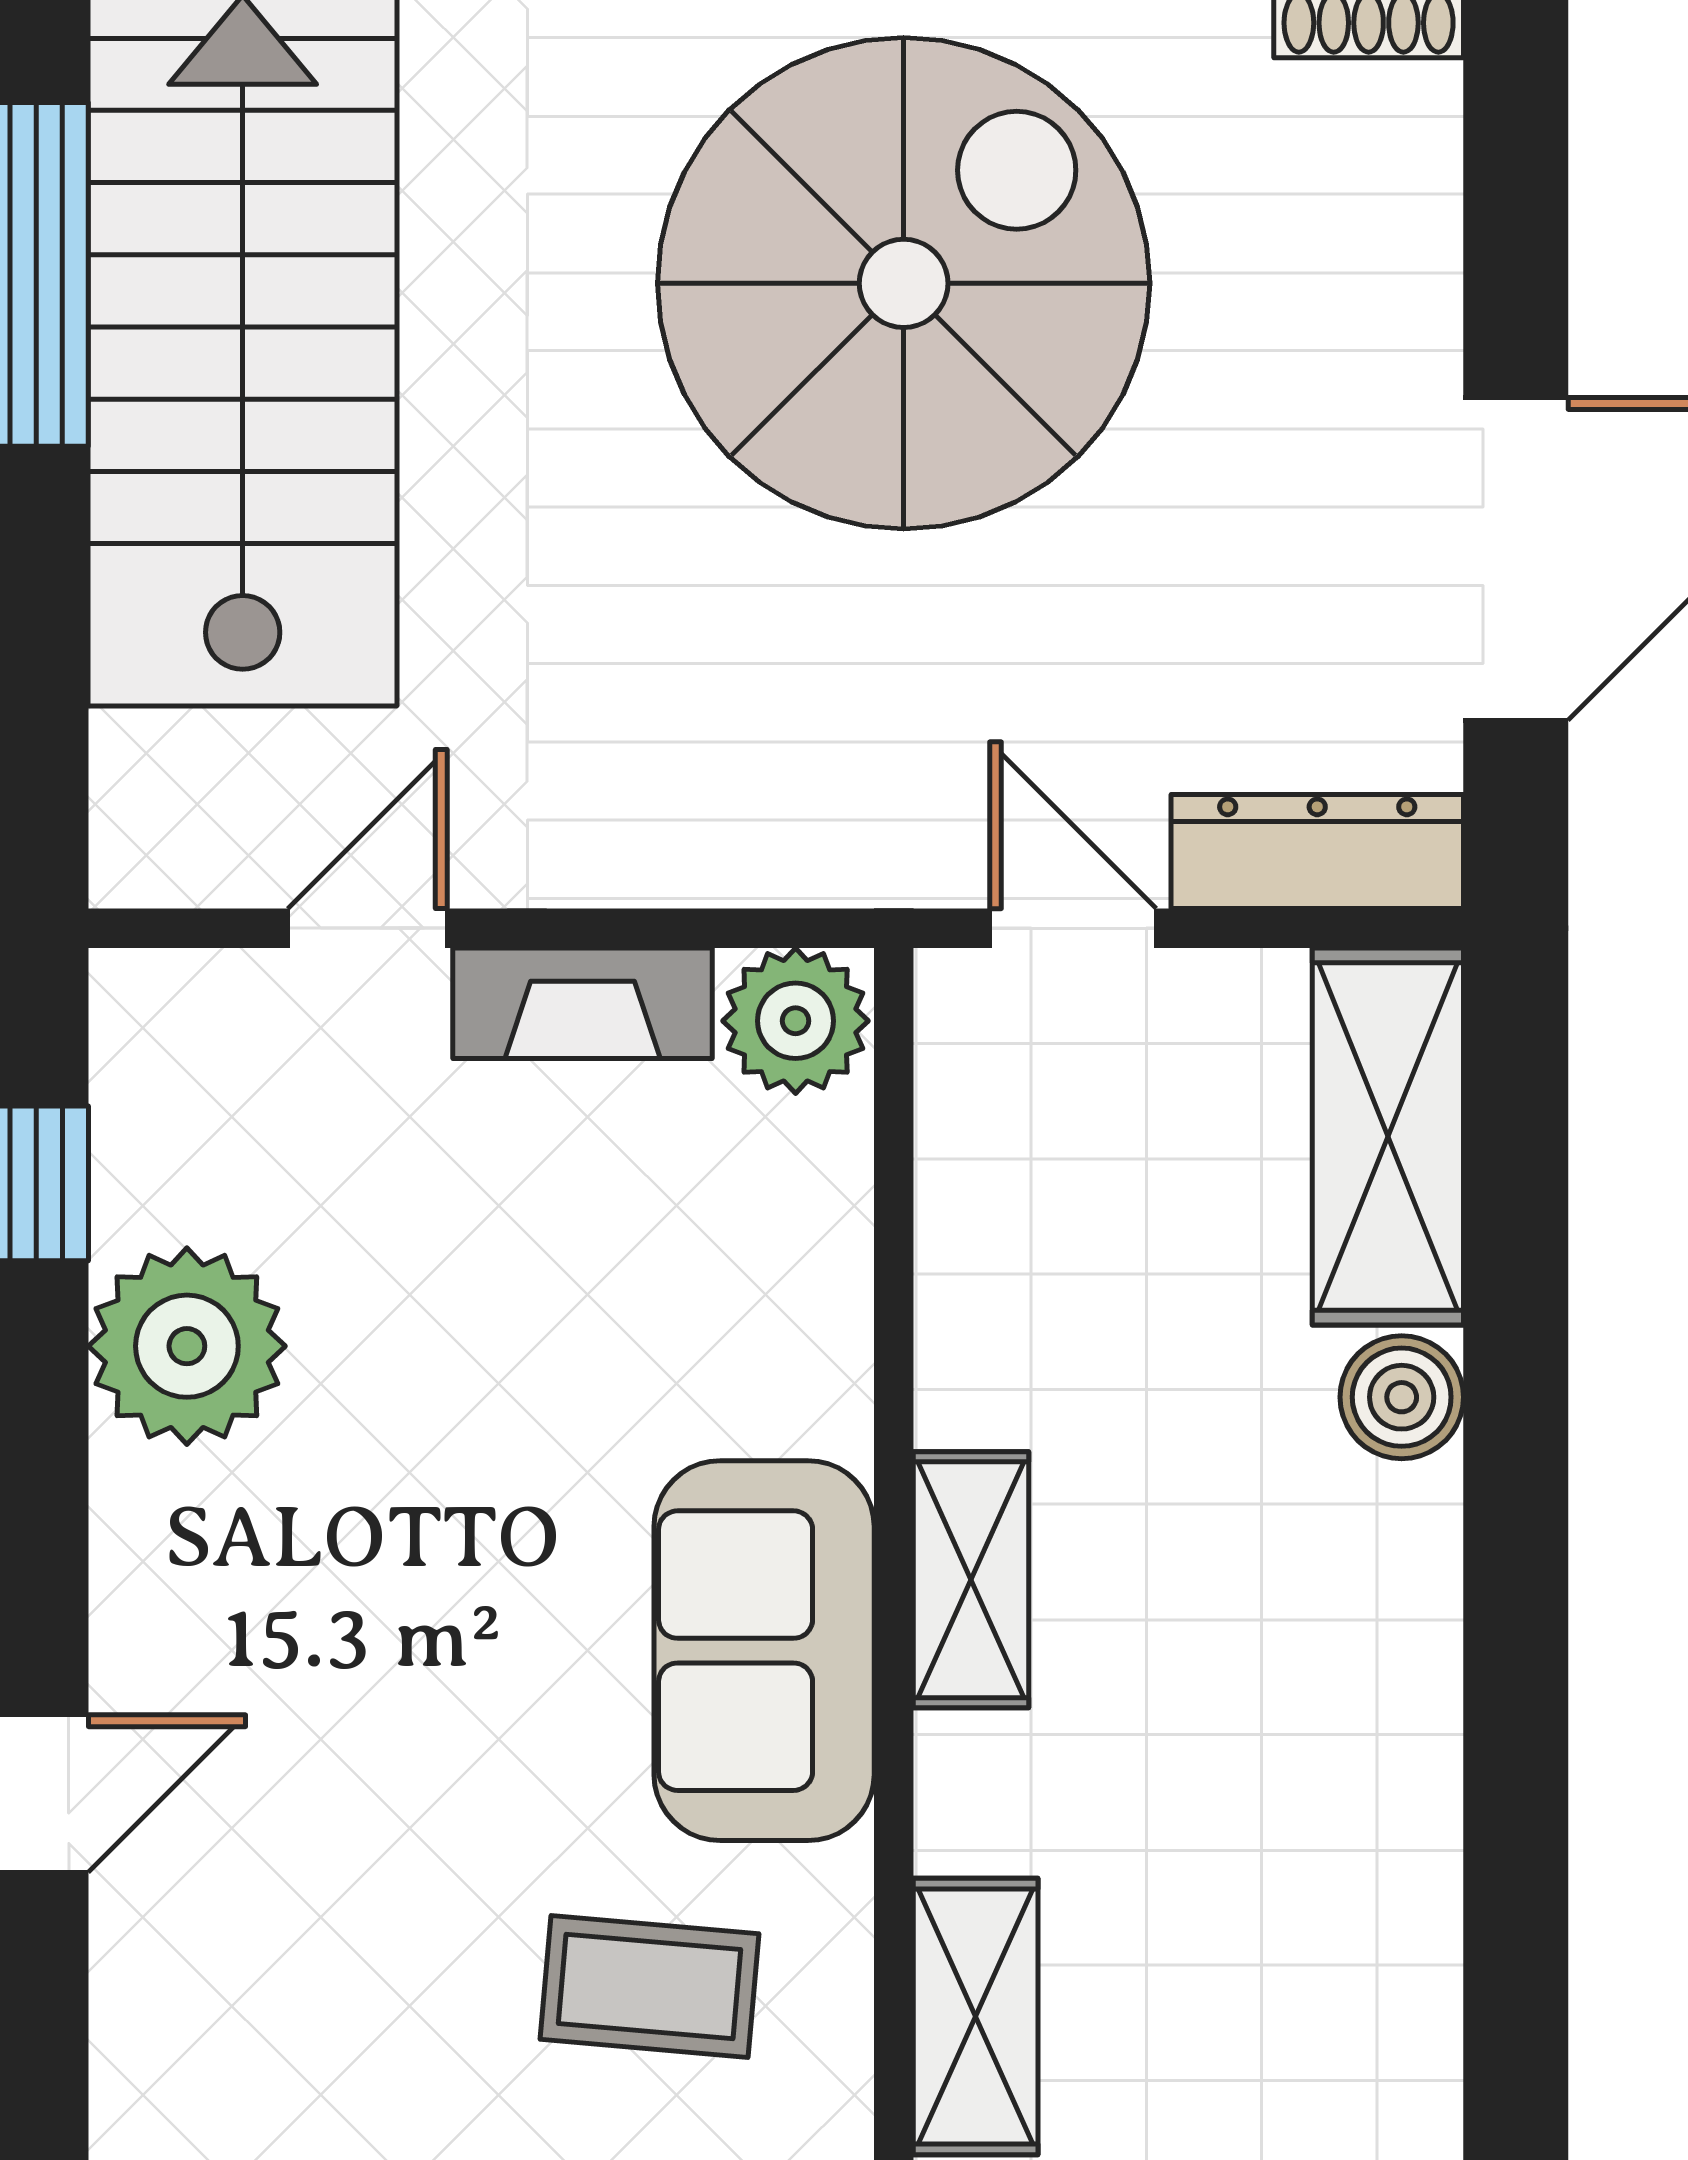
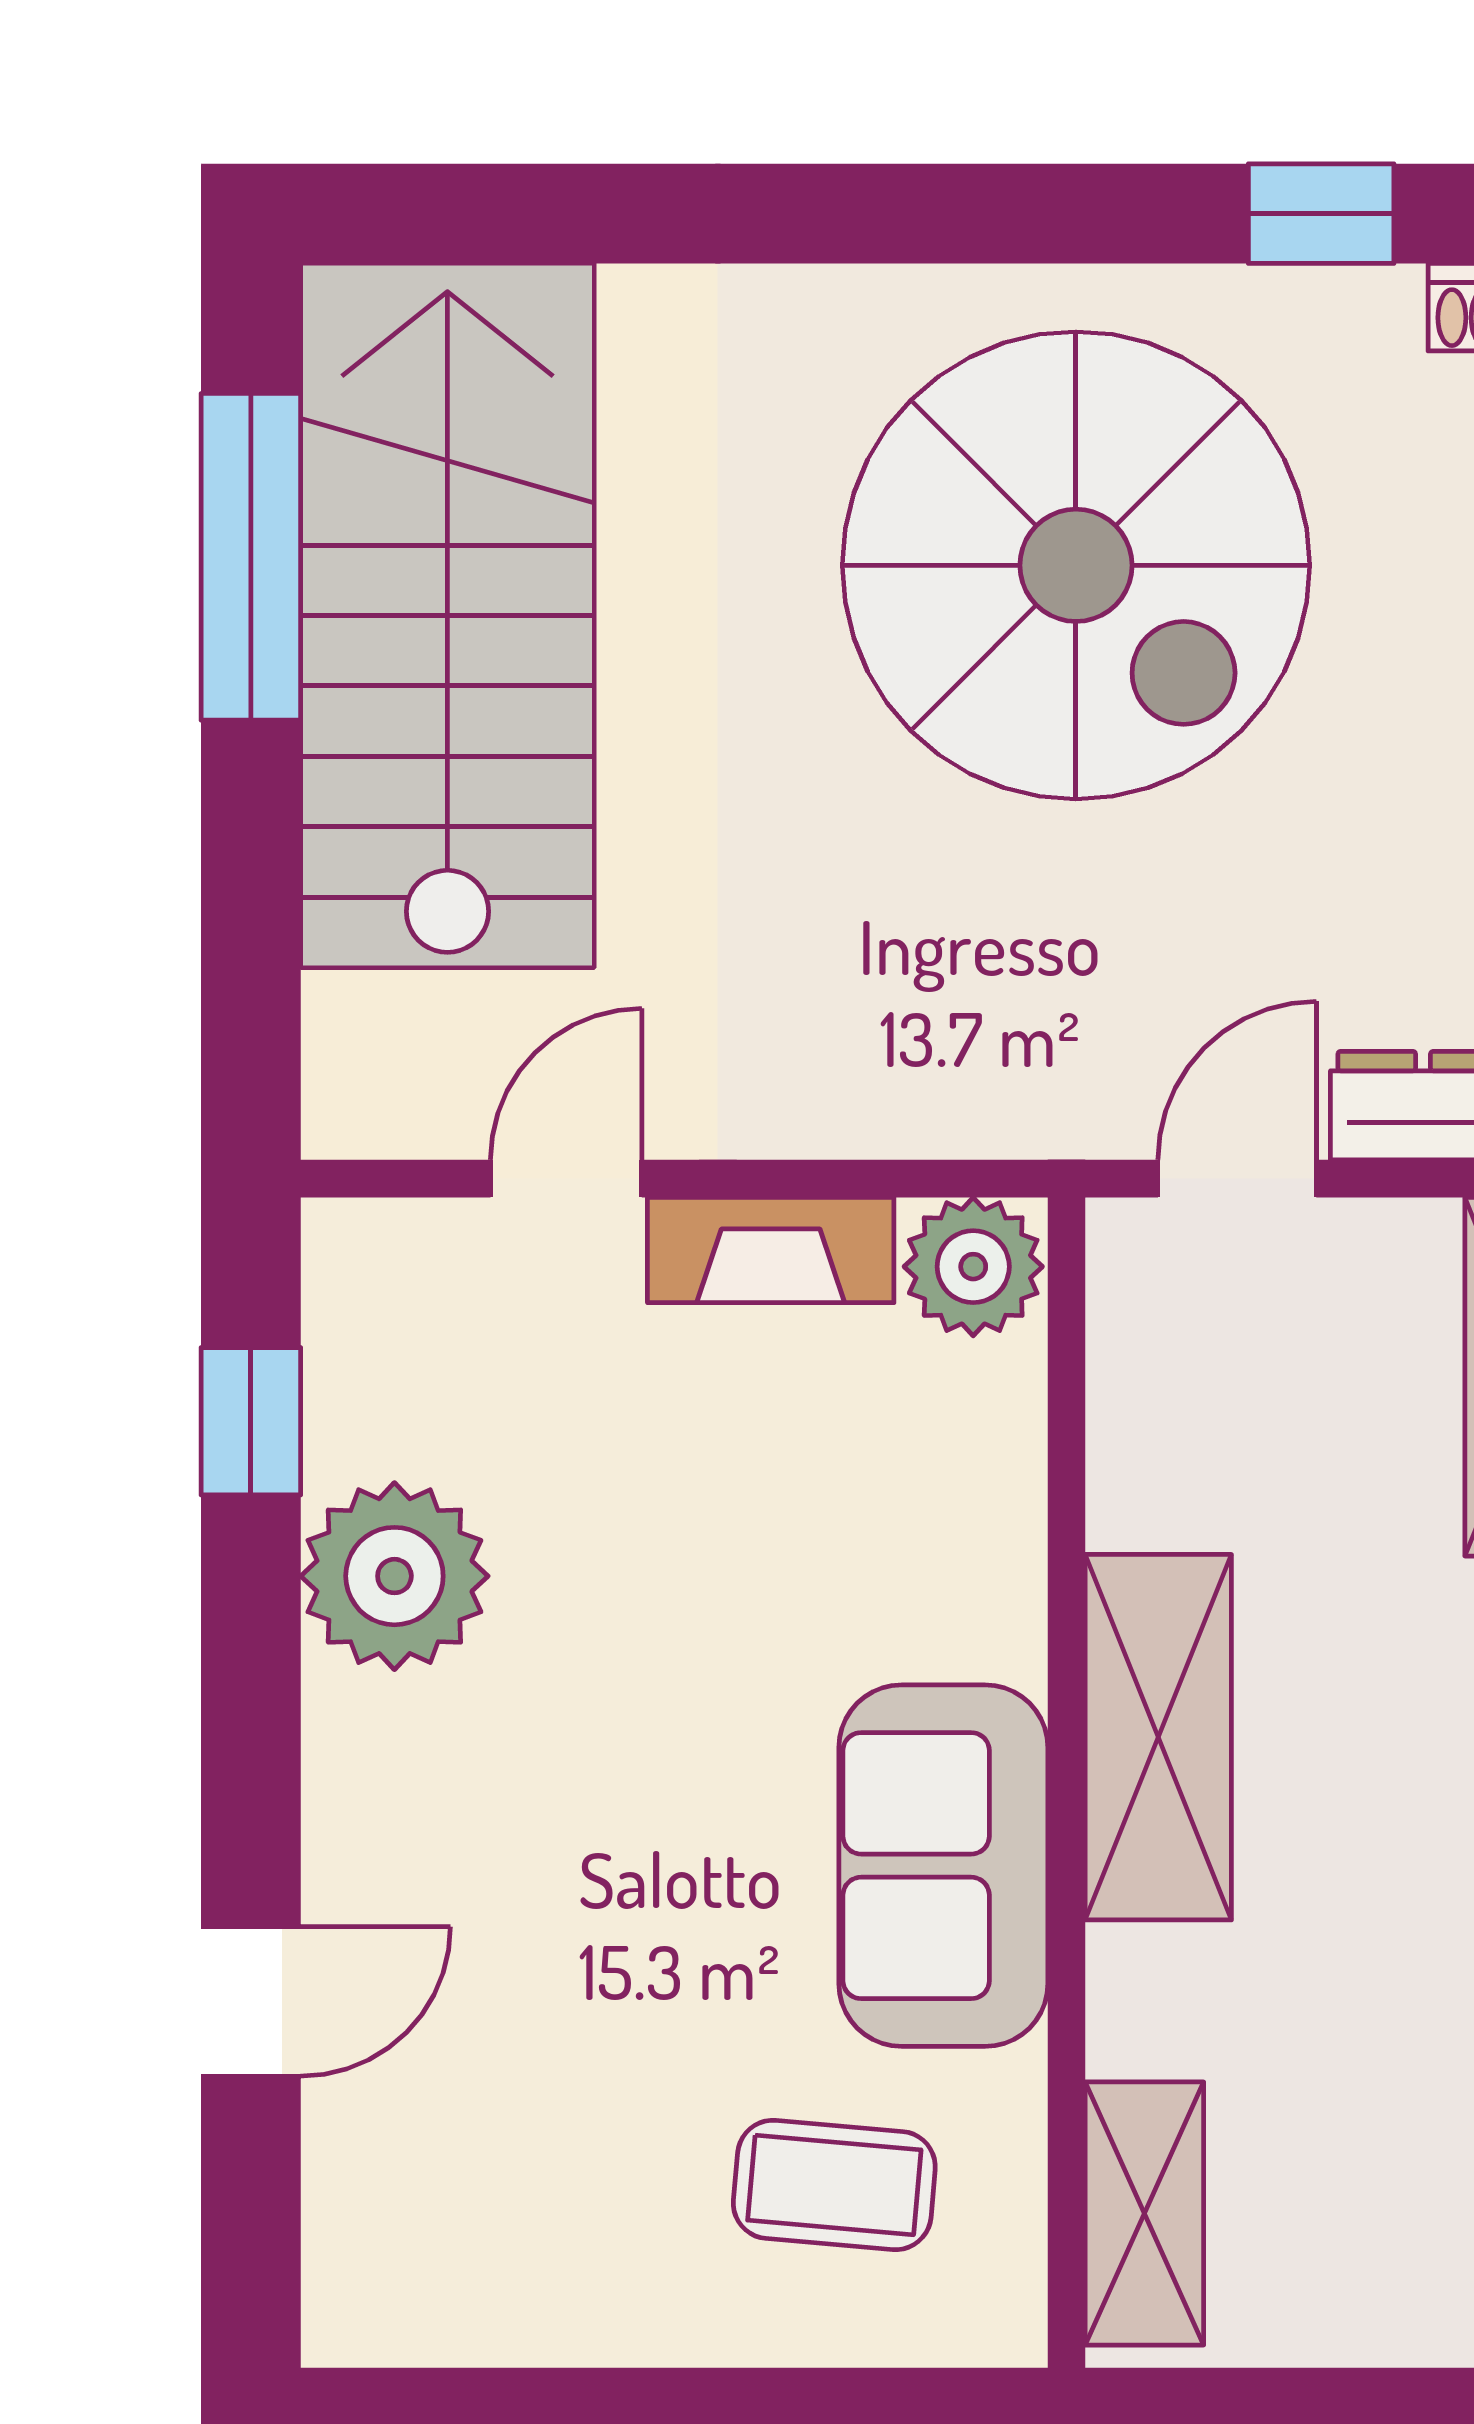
spiral stairs: (904, 283) -> (1076, 565), turned 90
door: (1073, 928) -> (1237, 1179), hinge flipped
shelving: (971, 1580) -> (1158, 1737), width x1.50, depth x1.33

